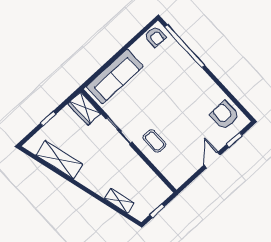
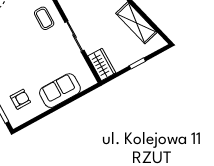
armchair: (155, 37) -> (20, 99), moved, turned 90
sofa: (115, 77) -> (60, 91), width x0.73

